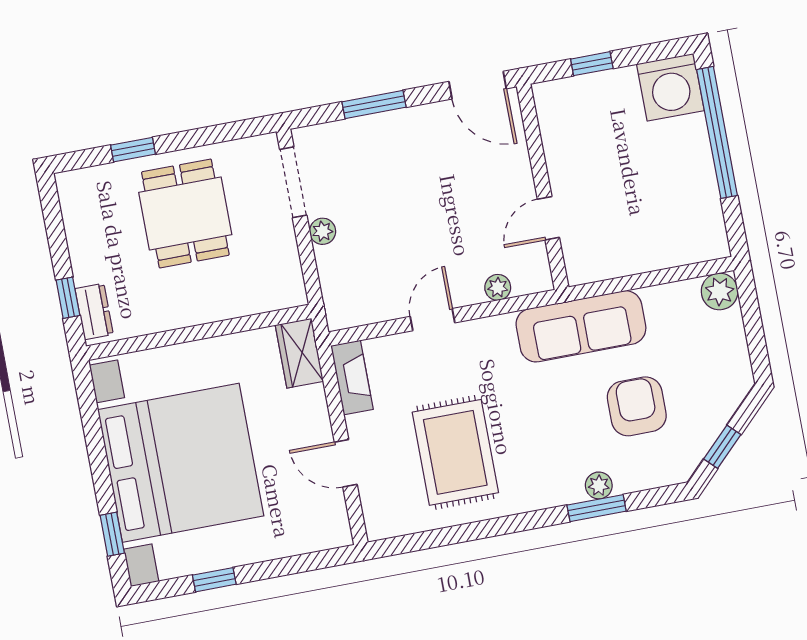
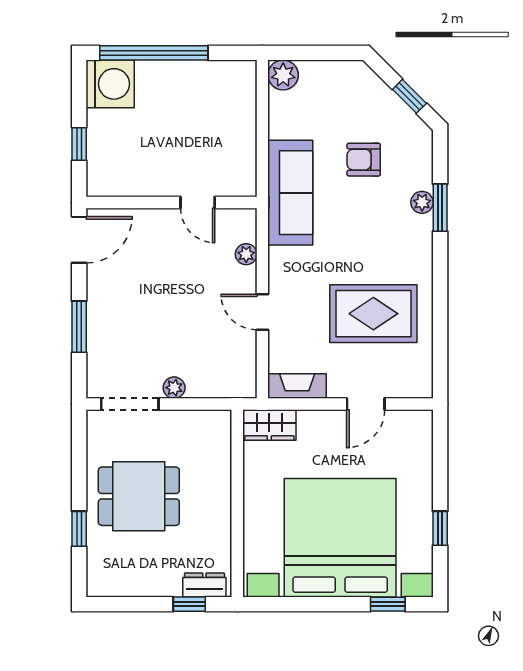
armchair: (637, 406) -> (364, 160), width x0.72, depth x0.72

